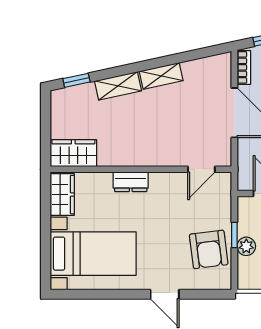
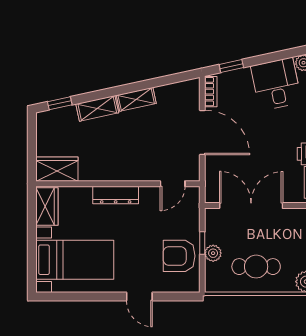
dresser: (131, 182) -> (116, 195), width x1.44
armchair: (209, 249) -> (179, 256), turned 97

